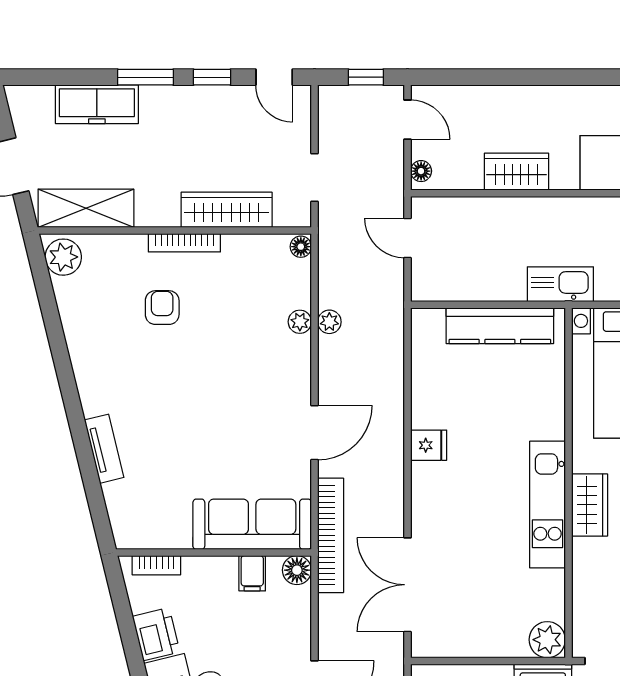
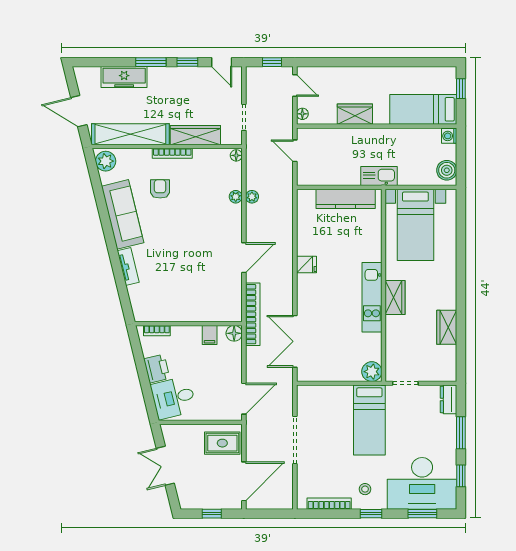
shelving: (86, 208) -> (130, 134), width x1.47
sofa: (252, 524) -> (123, 214), moved, turned 76

